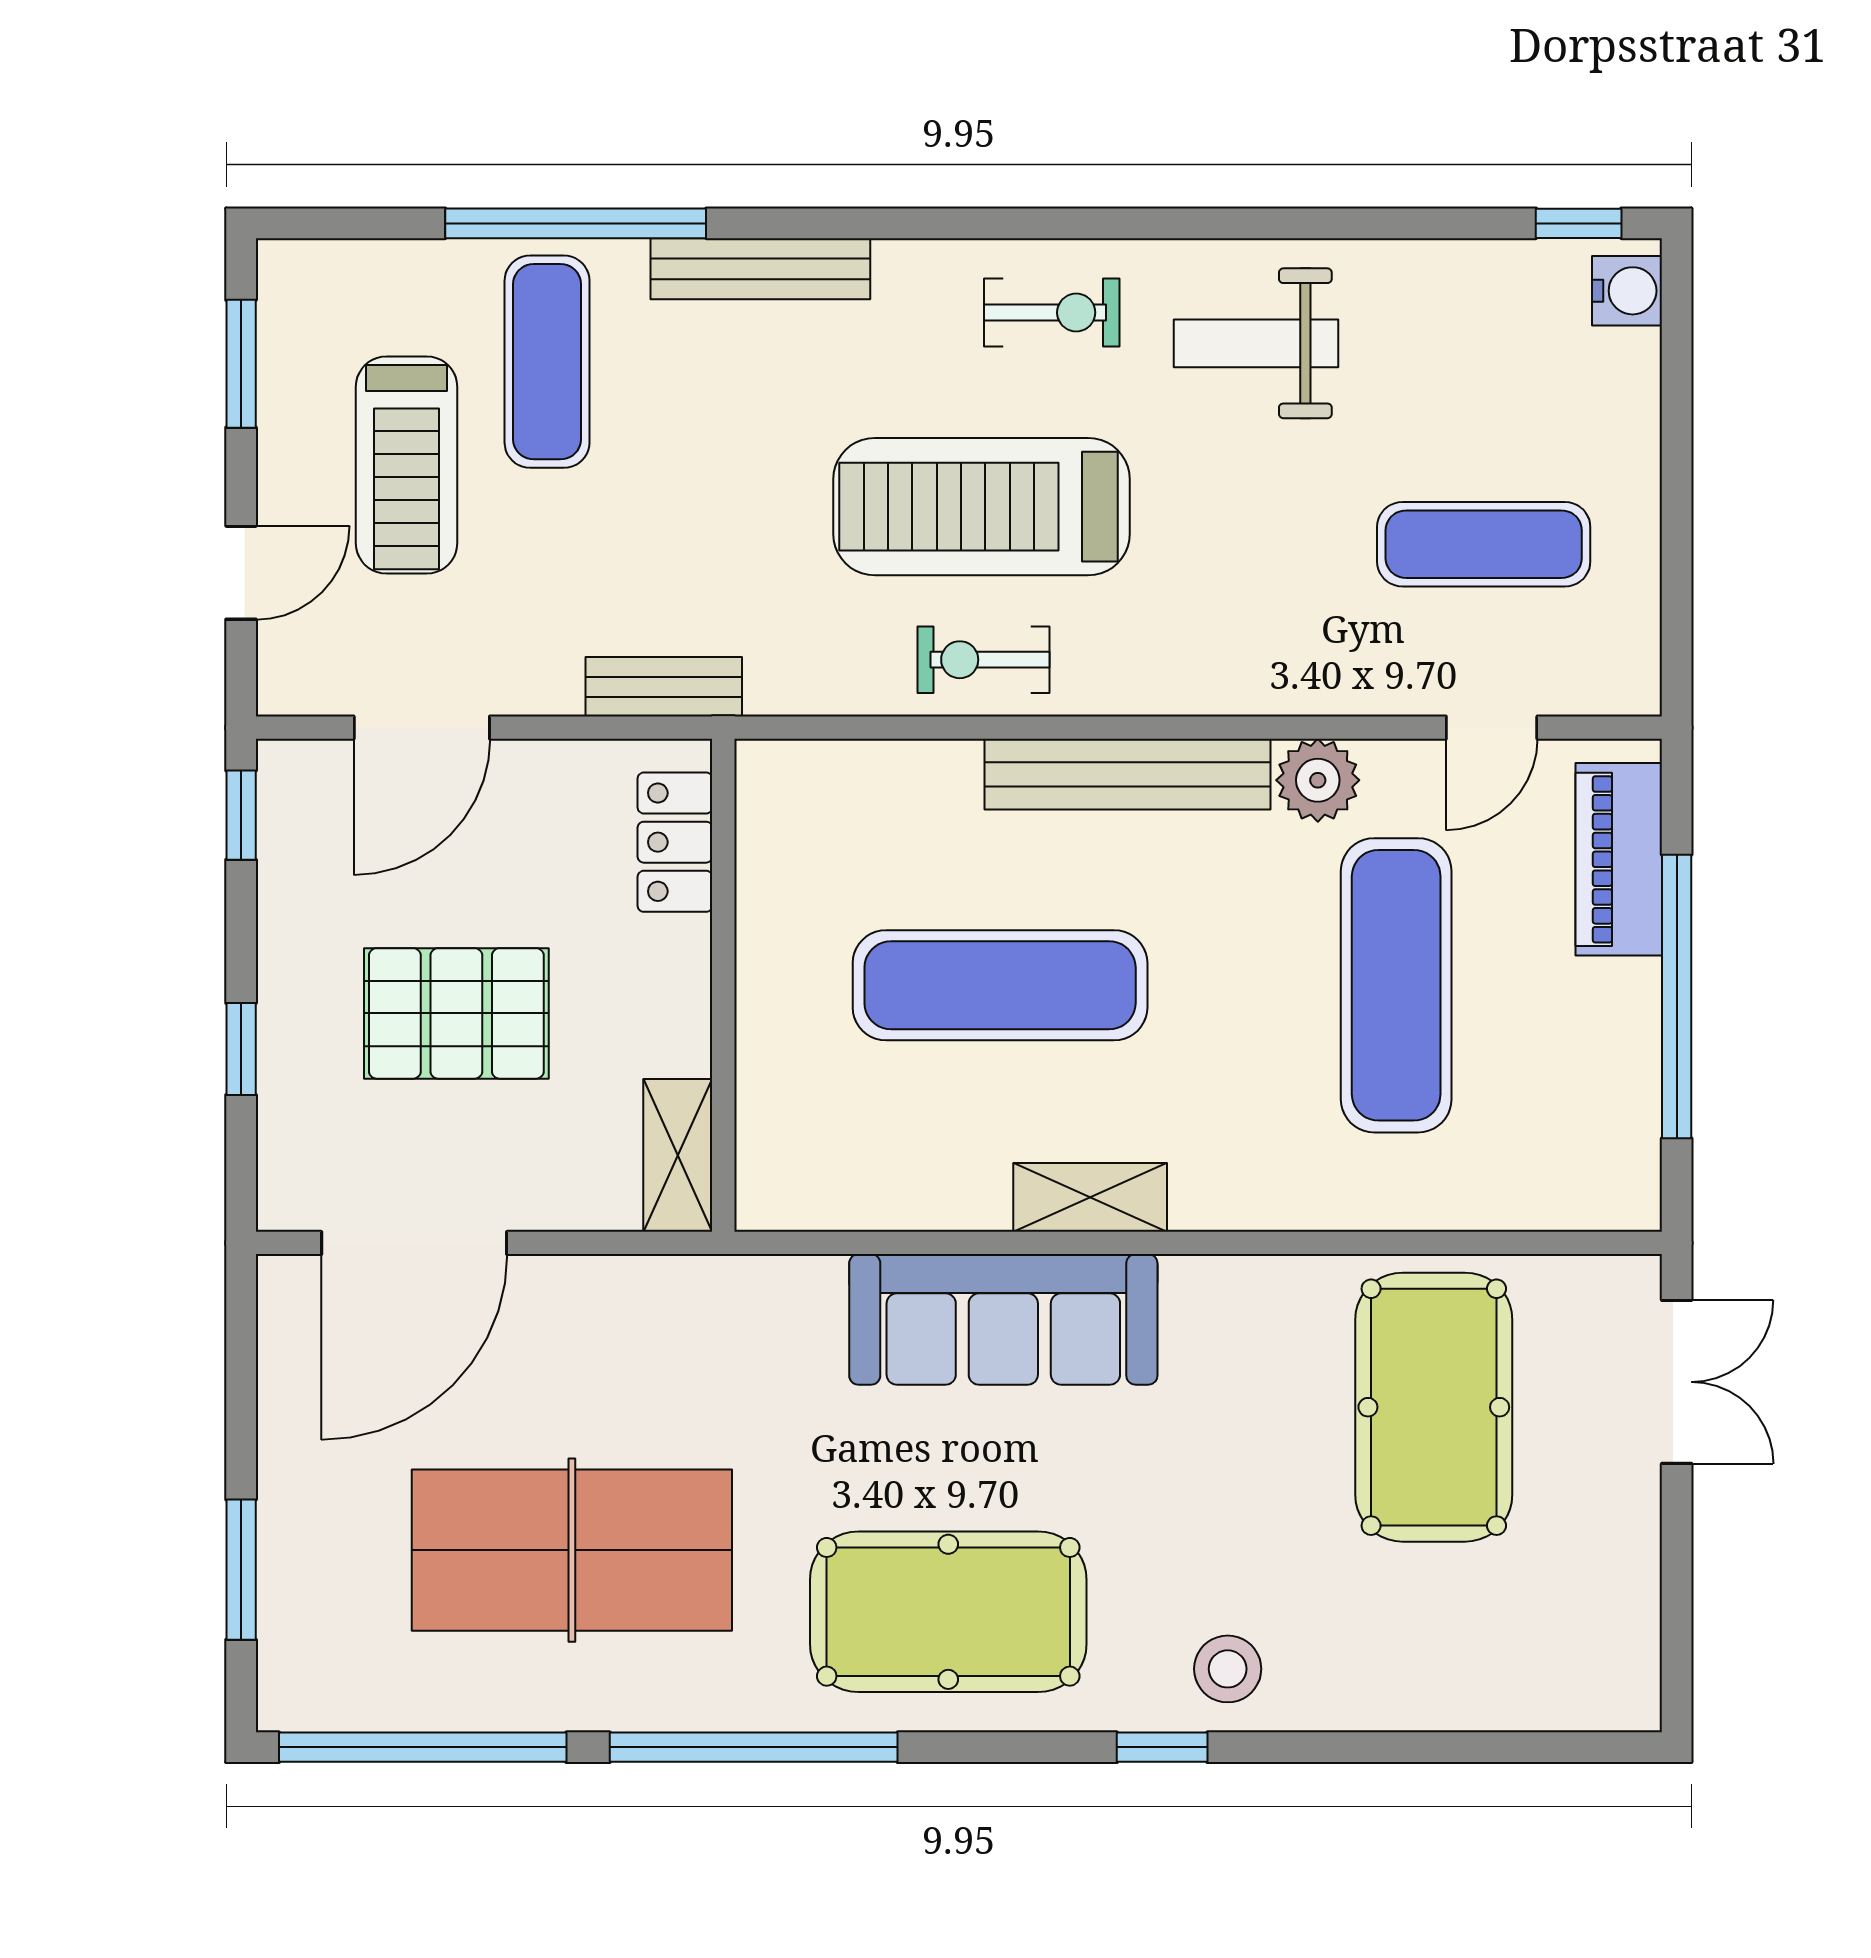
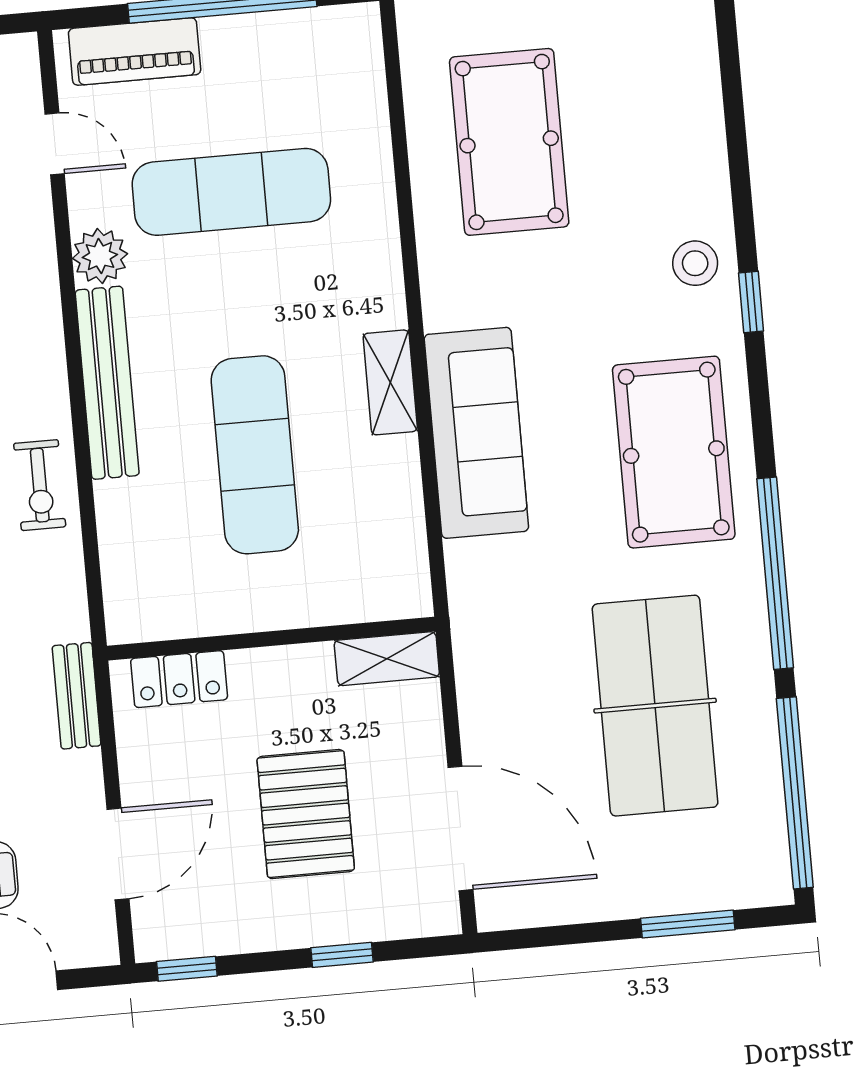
door: (422, 728) -> (118, 854), hinge flipped
pool table: (1434, 1407) -> (509, 142), turned 90

